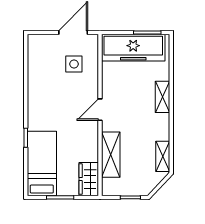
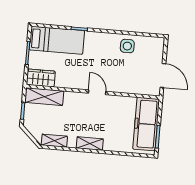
side table: (74, 64) -> (127, 46), moved
shelving: (162, 97) -> (90, 144), moved
shelving: (111, 155) -> (44, 97), moved

